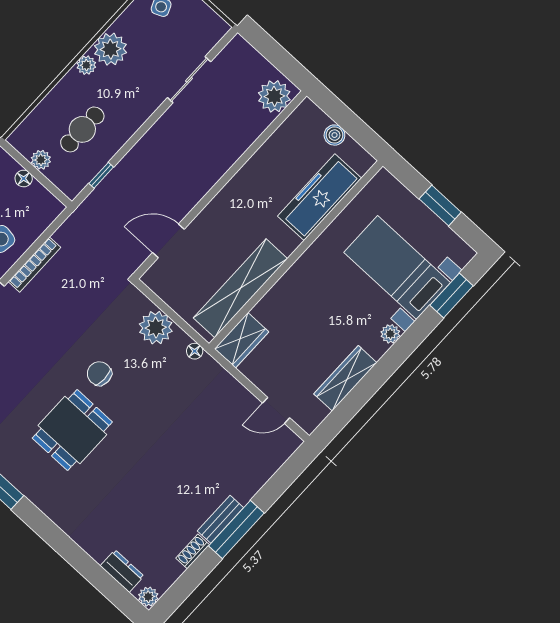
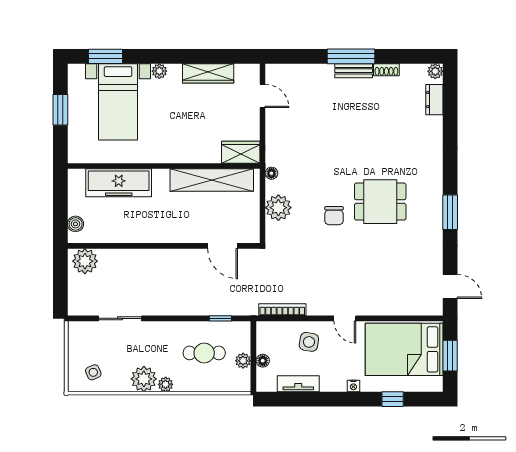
boiler: (334, 135) -> (76, 224), moved
bookcase: (34, 265) -> (282, 310), moved

